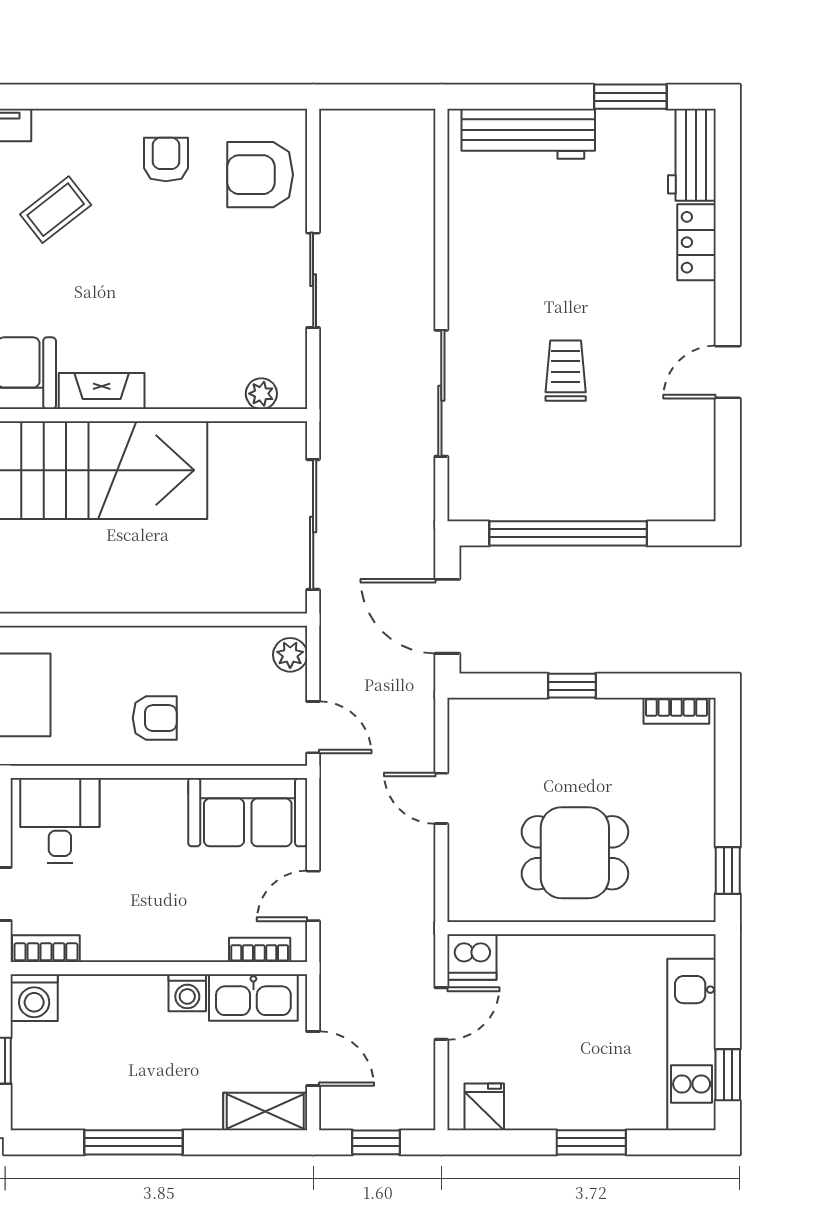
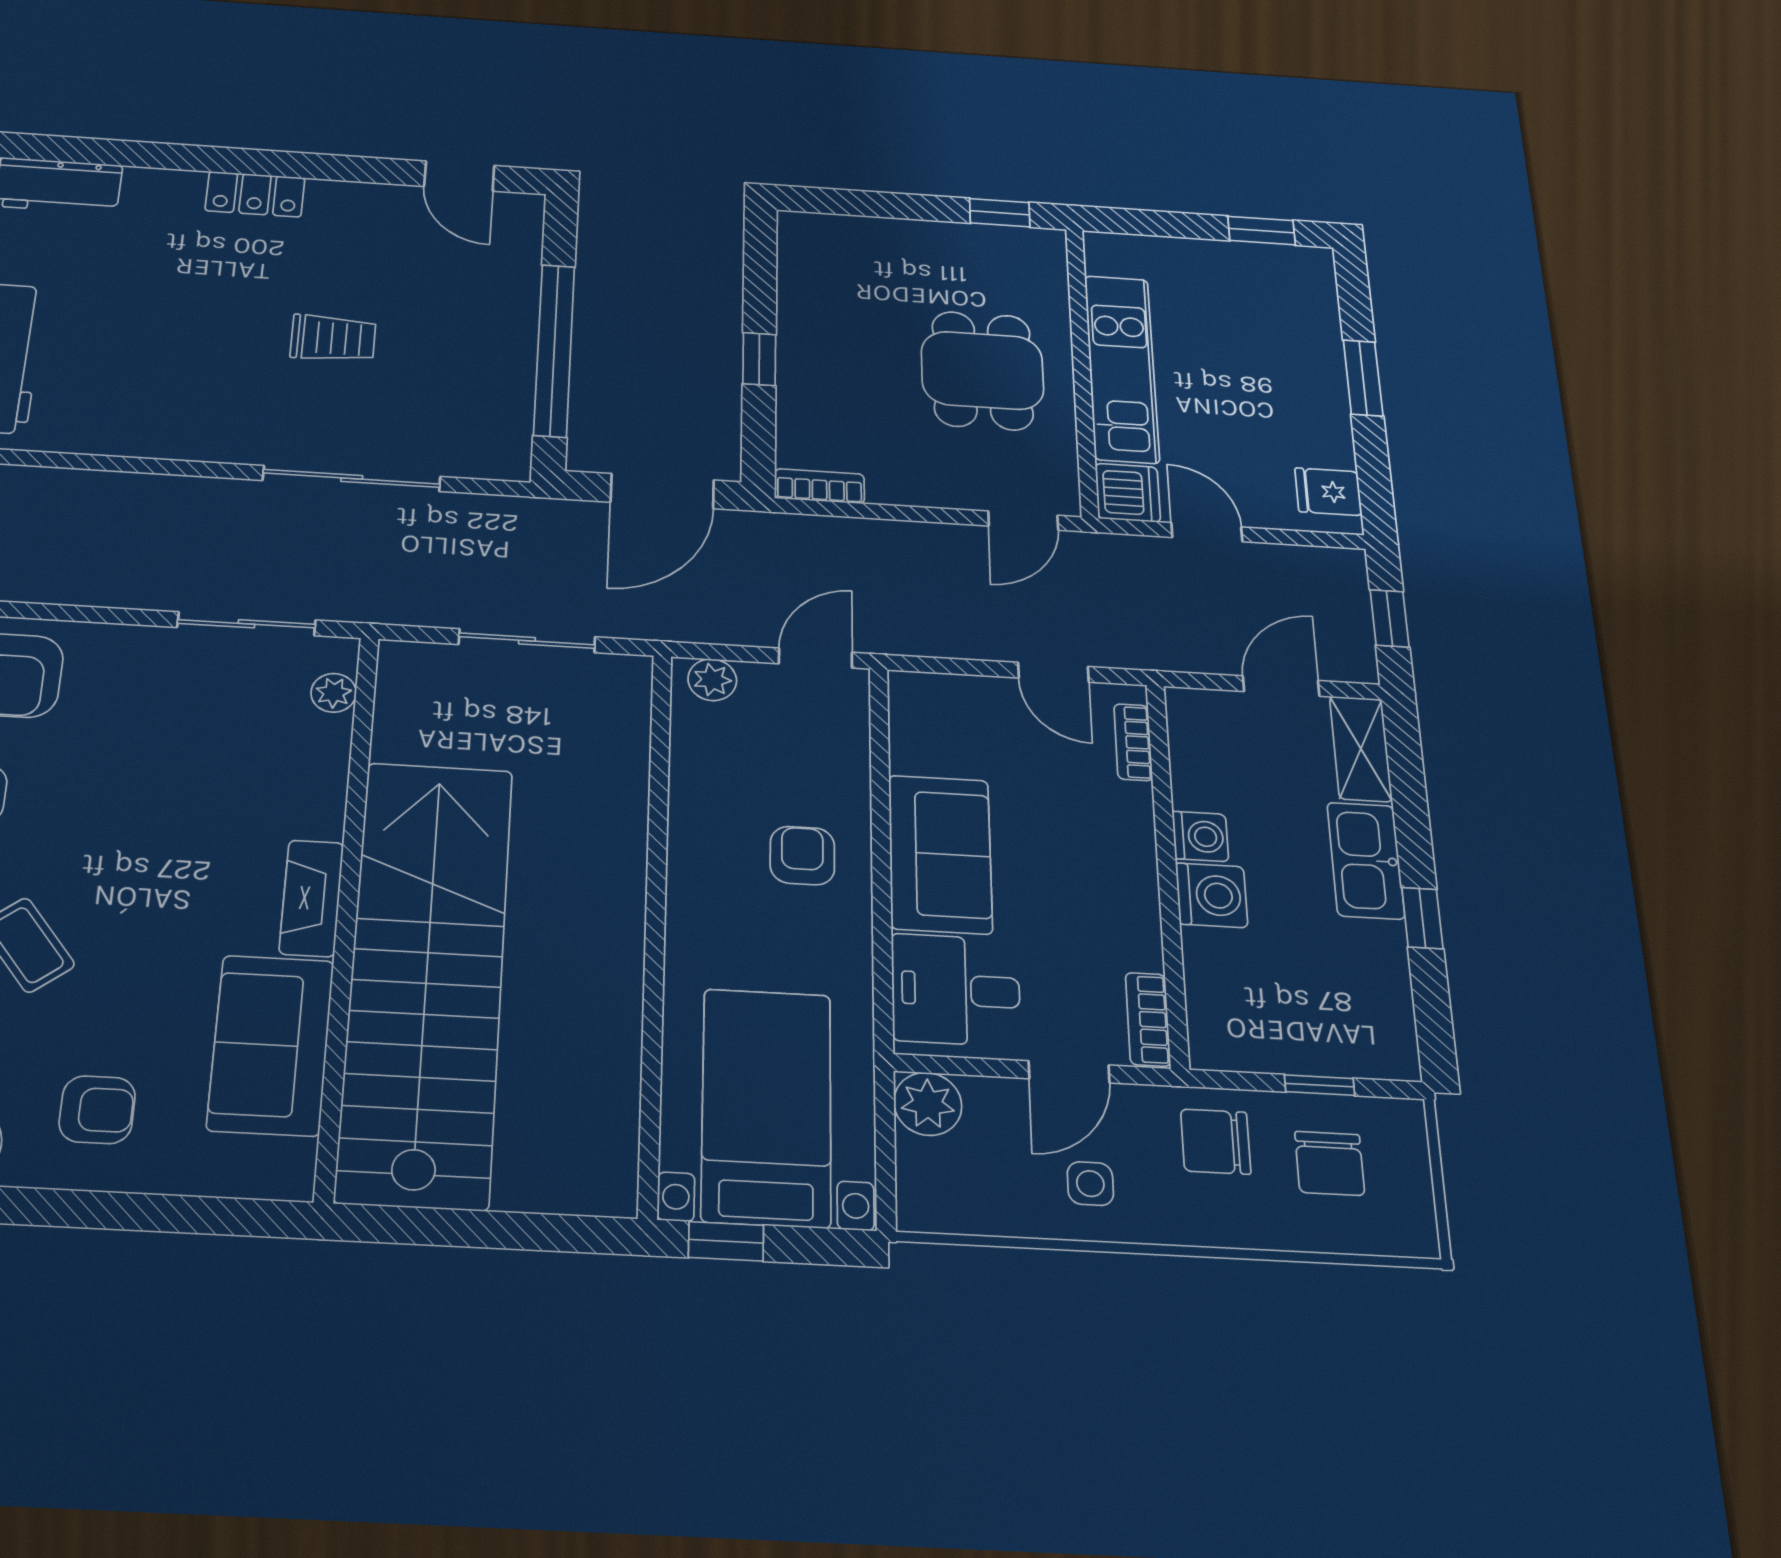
locker: (697, 242) -> (255, 194), moved
sliding door: (313, 280) -> (246, 624), moved
trolley: (566, 371) -> (333, 338), turned 180
door: (728, 372) -> (459, 176), moved
sliding door: (313, 525) -> (527, 641), width x0.73
bookcase: (676, 711) -> (820, 486), moved, turned -90
door: (441, 798) -> (1023, 521), moved
sofa: (248, 812) -> (940, 854), moved
kitchen sink: (253, 997) -> (1366, 860), moved, turned 180
washing machine: (34, 998) -> (1212, 895), moved
kitchen unit: (692, 1045) -> (1122, 368), moved, turned -90
window: (134, 1142) -> (1422, 918), width x0.46

